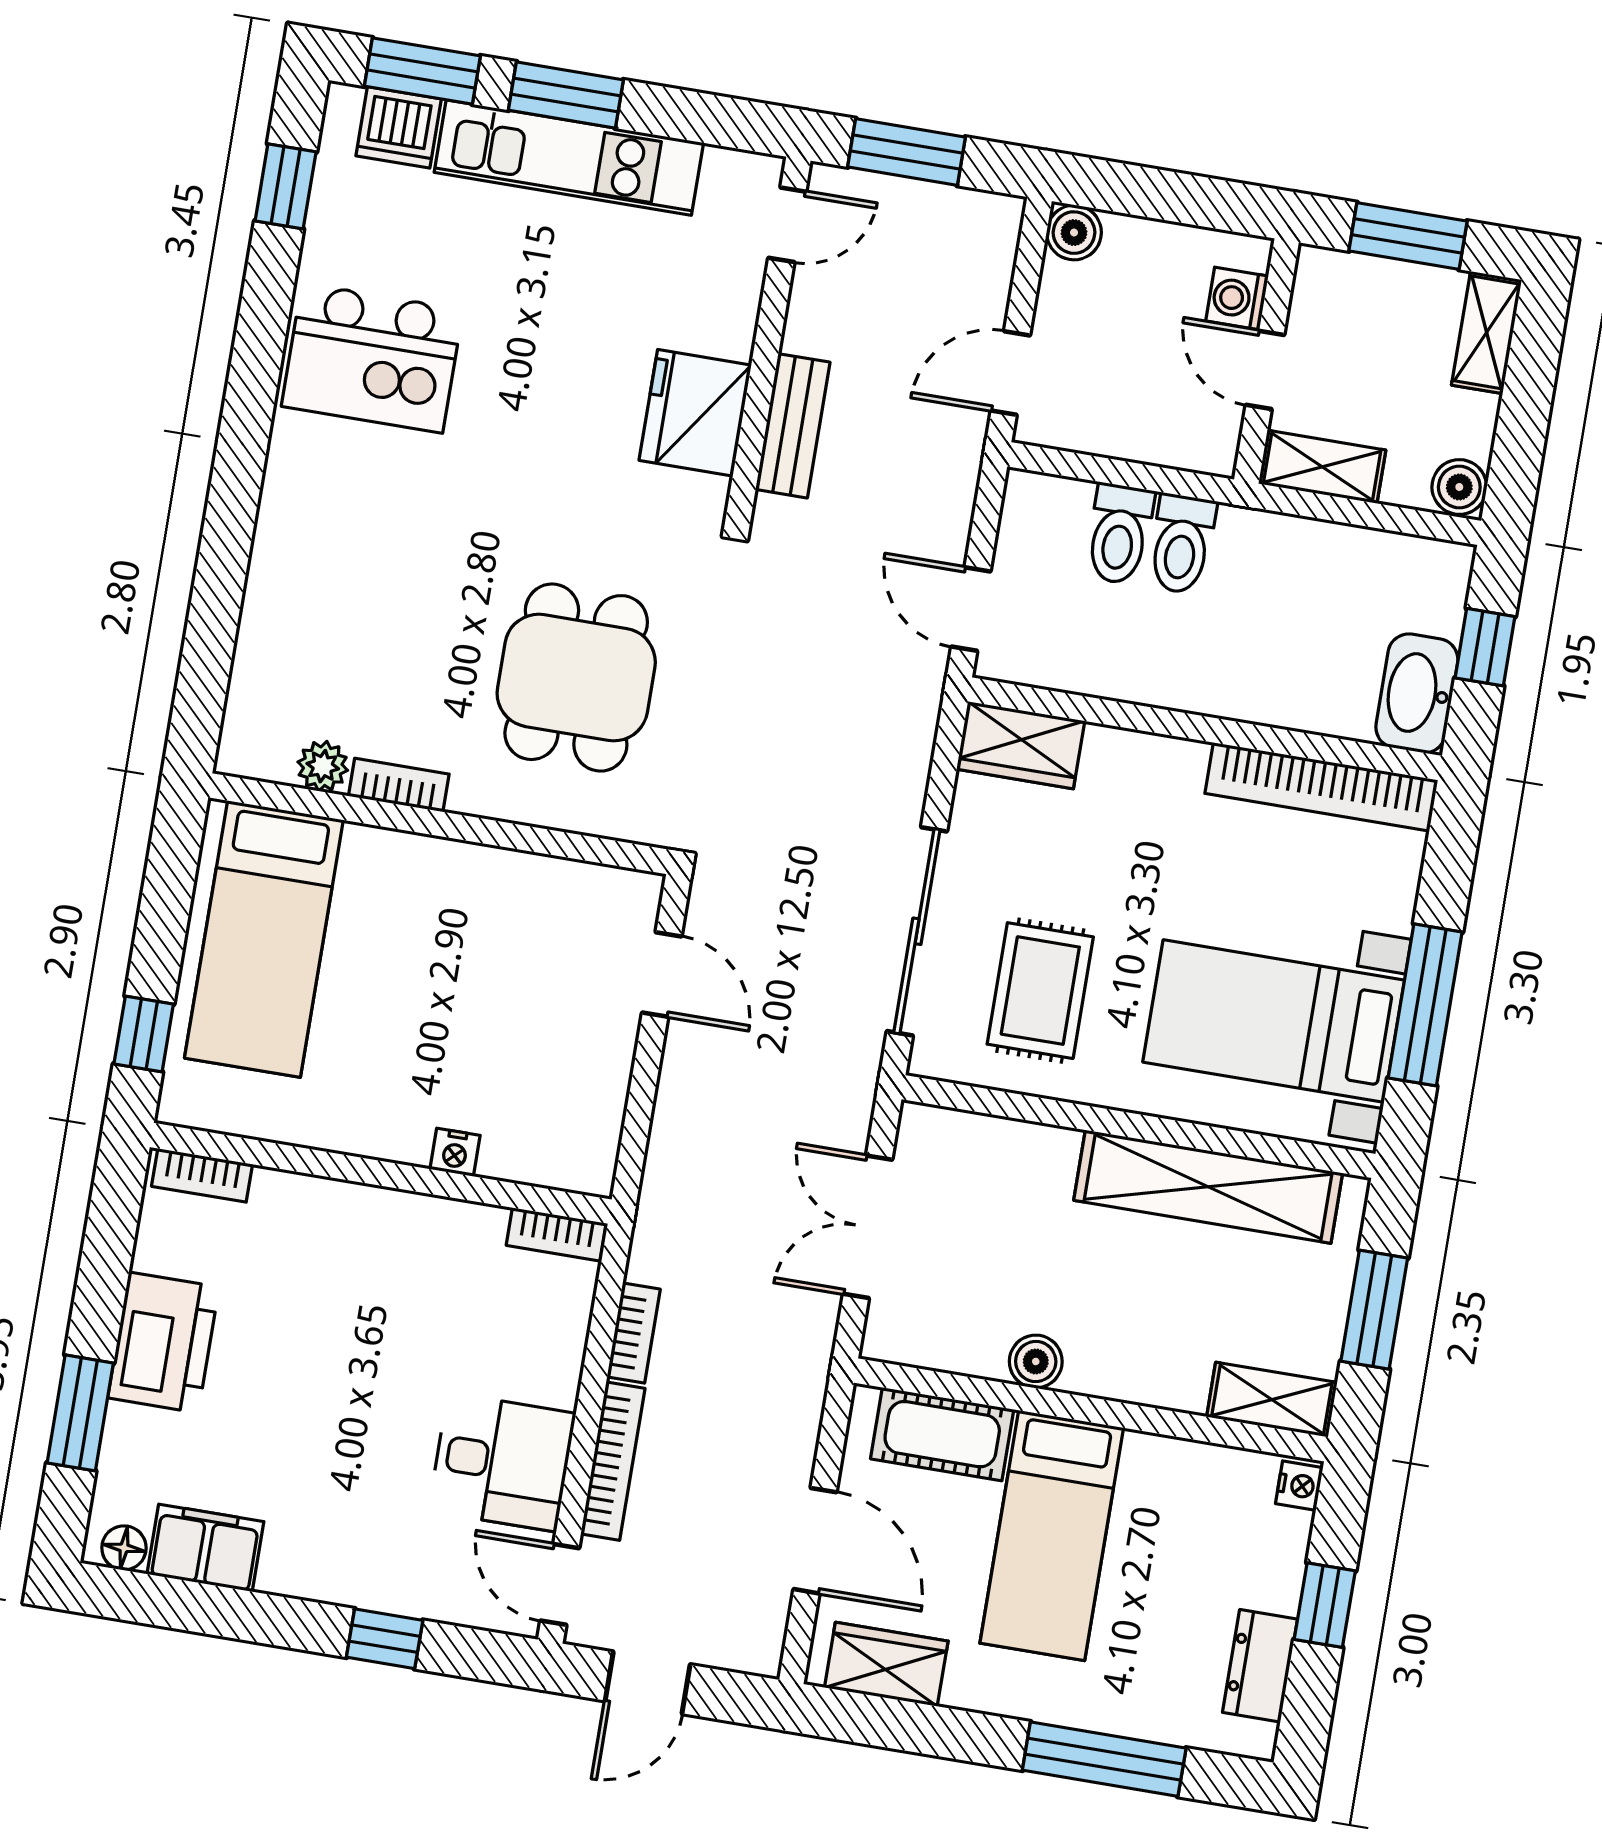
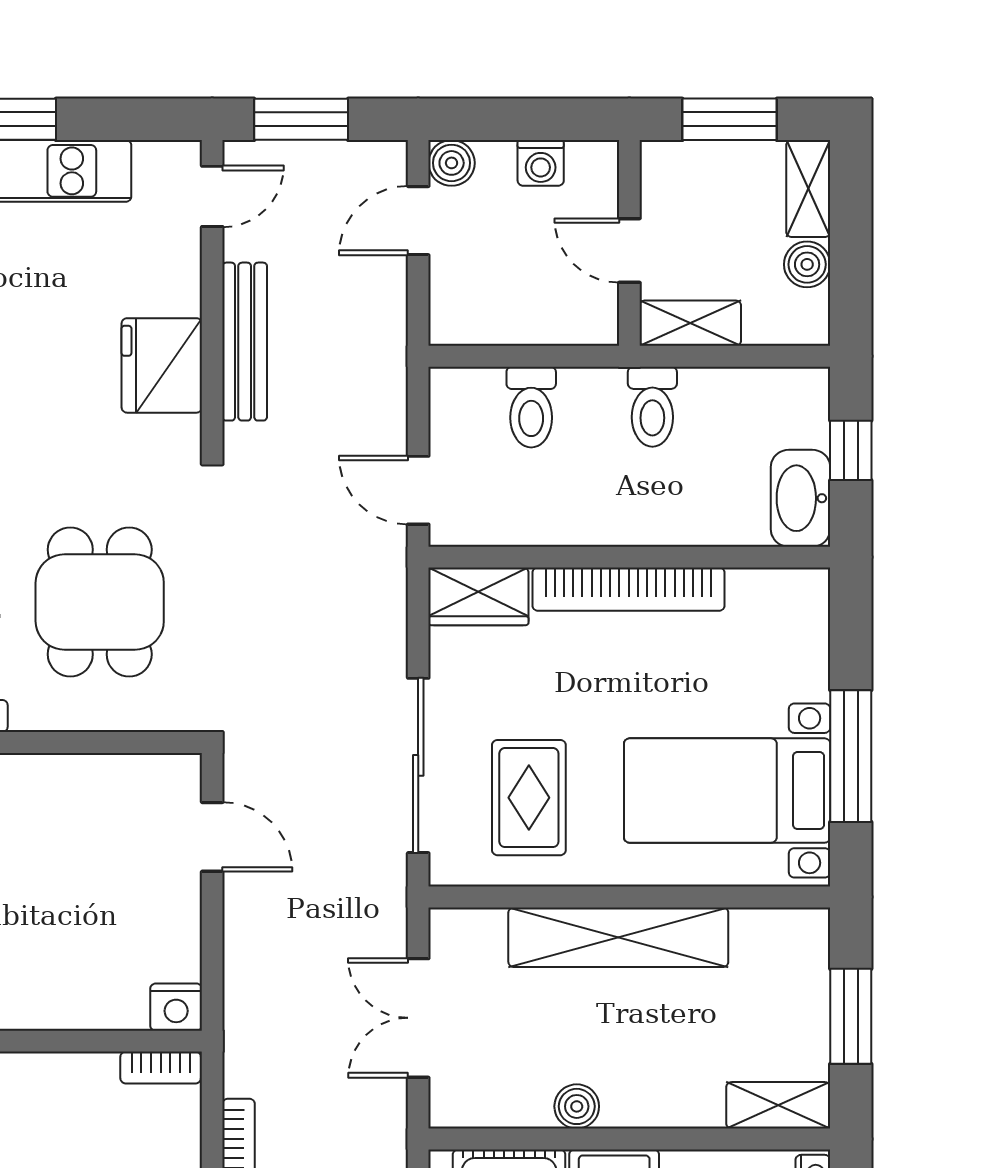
washing machine: (1237, 298) -> (541, 163), moved, turned -90
door: (1010, 373) -> (418, 221), moved
bench: (793, 426) -> (245, 342), width x1.36
boiler: (1459, 487) -> (807, 264), moved
toilet: (1182, 544) -> (652, 407), moved
bookcase: (1321, 787) -> (629, 589), moved
nightstand: (455, 1152) -> (176, 1007), moved, width x1.39, depth x1.35
shelving: (1208, 1187) -> (618, 937), moved

